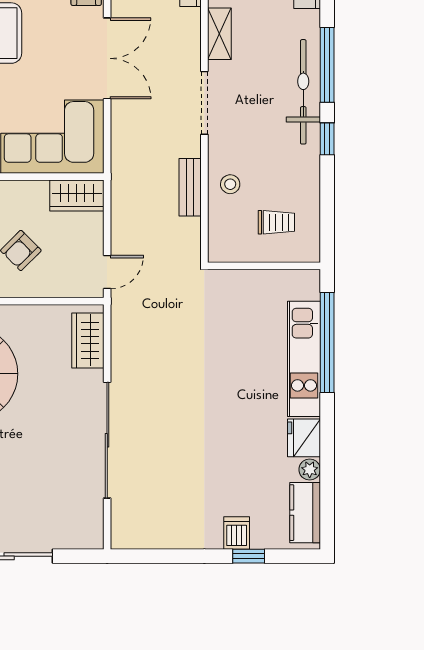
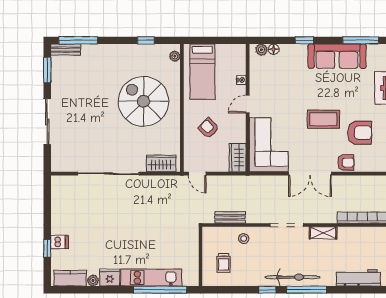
bench: (190, 187) -> (230, 217), moved

